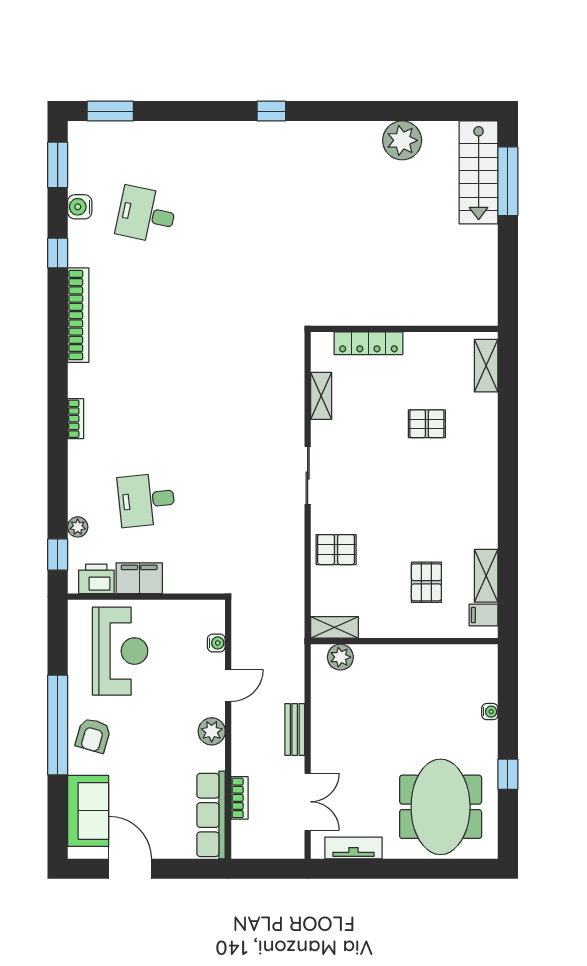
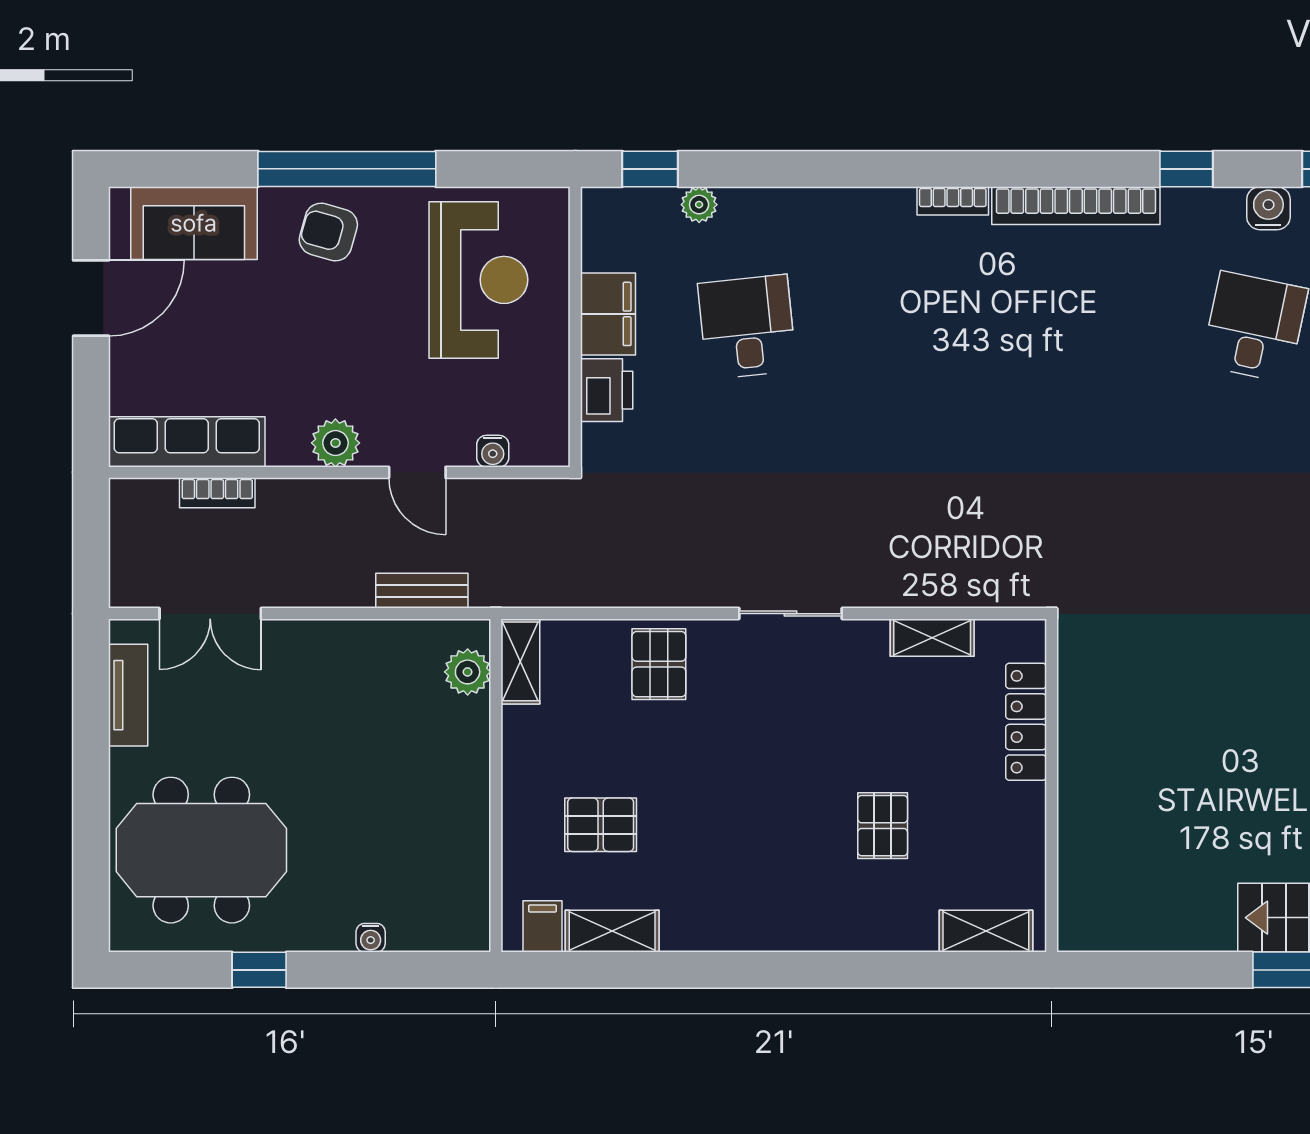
bookcase: (76, 419) -> (953, 201), moved
printer: (96, 579) -> (607, 390), moved
reception desk: (120, 651) -> (478, 280), turned -90
bench: (295, 729) -> (422, 591), moved

